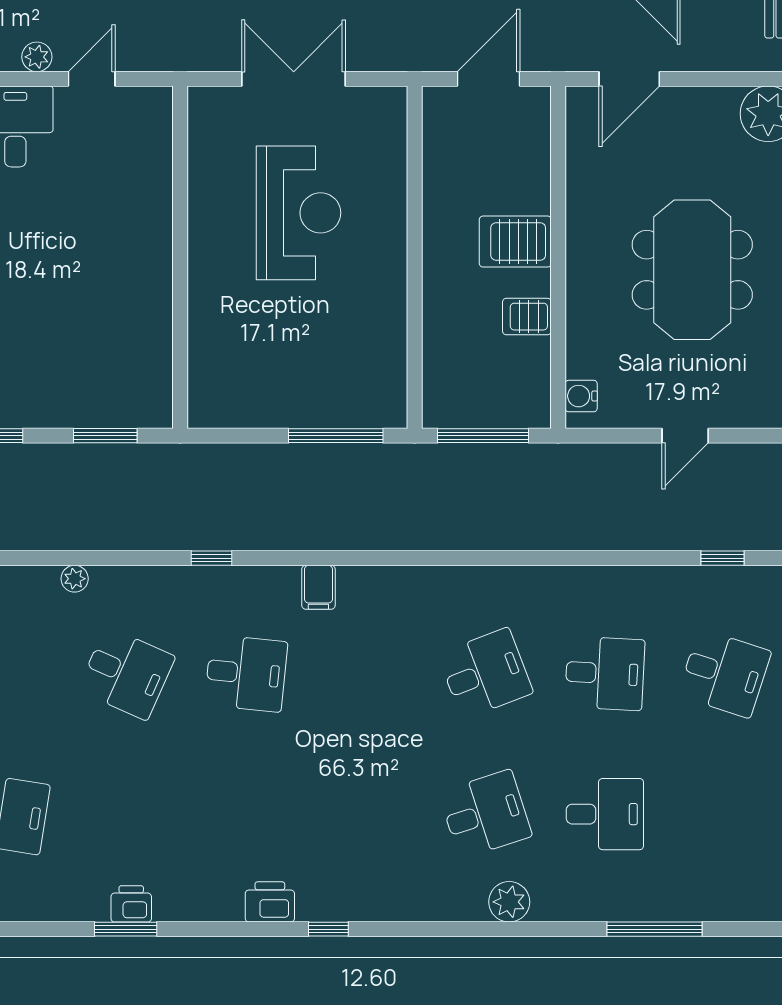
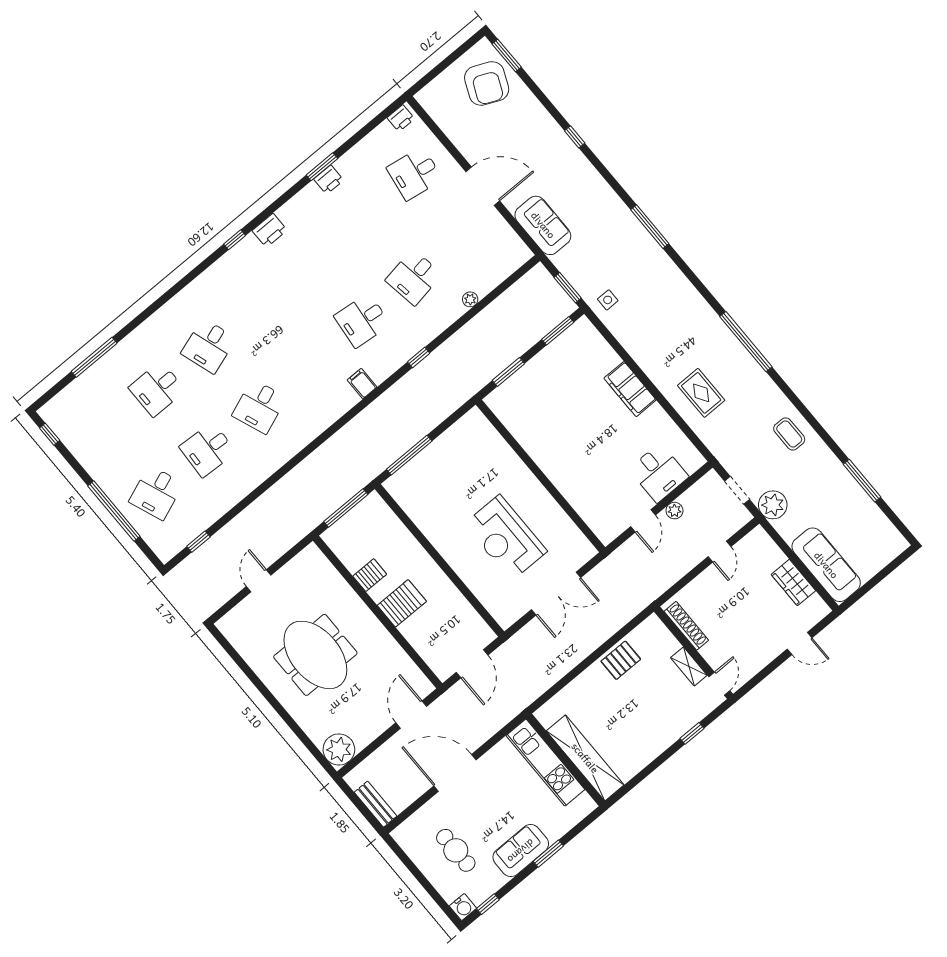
water cooler: (581, 396) -> (318, 561), removed
desk: (127, 673) -> (414, 277), turned -33
desk: (724, 673) -> (156, 493), turned -39
plant: (509, 902) -> (167, 317), removed

